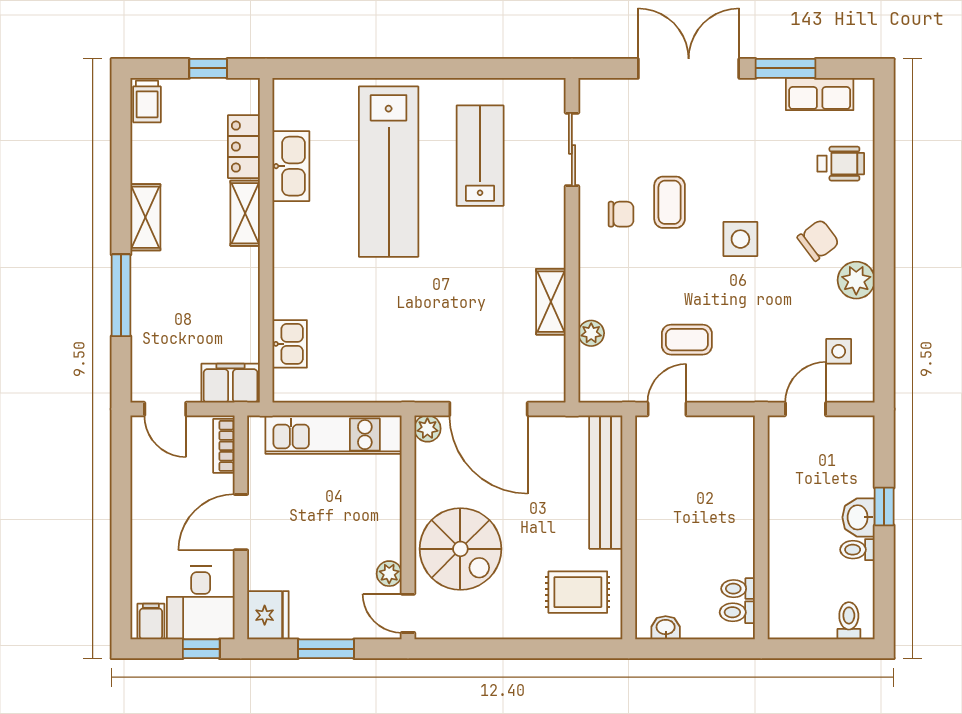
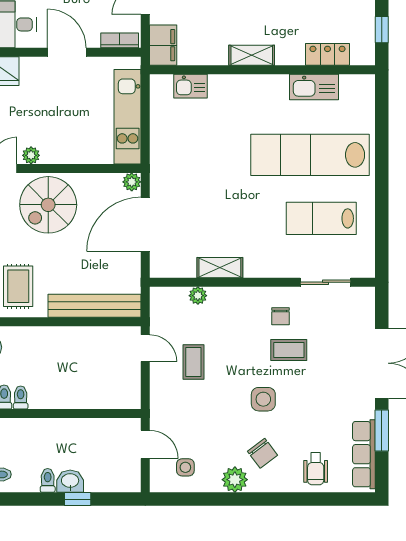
row of seats: (820, 94) -> (364, 454), width x1.48
lab bench: (480, 156) -> (321, 218), turned 180
shelving: (245, 213) -> (252, 55), moved

